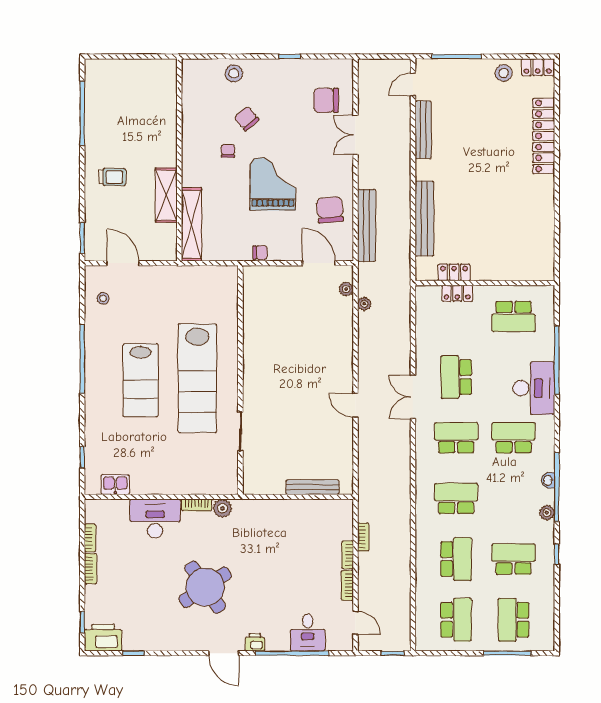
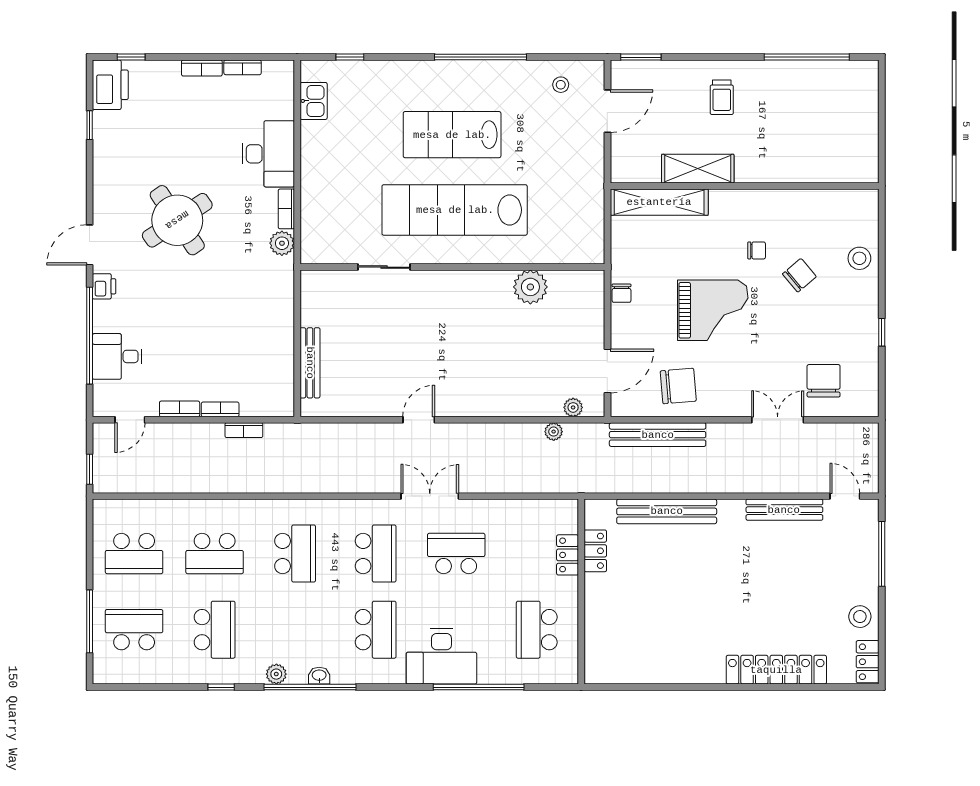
plant: (255, 321) -> (530, 287), added

